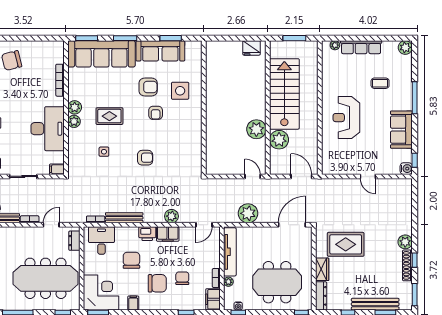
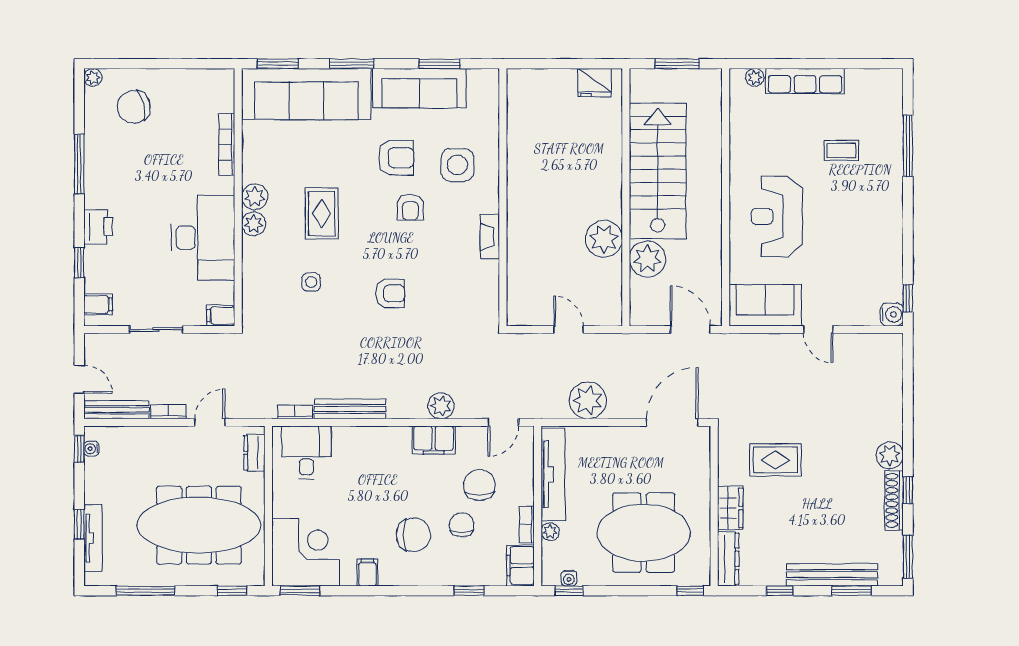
plant: (405, 47) -> (890, 82), removed
window: (415, 98) -> (908, 146), moved
rug: (109, 116) -> (322, 213), turned 90
fireplace: (197, 128) -> (490, 237), added
sofa: (401, 130) -> (765, 305), moved, turned 90
door: (253, 176) -> (569, 330), moved
printer: (147, 234) -> (394, 439), removed
rug: (346, 244) -> (775, 460), width x0.73, depth x0.70
chair: (131, 260) -> (479, 485), moved

